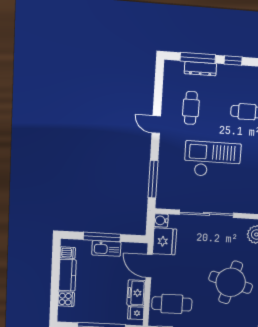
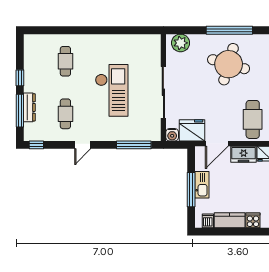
window: (159, 74) -> (36, 145), added
cafe table: (191, 108) -> (65, 114), turned 90
checkout: (212, 159) -> (112, 90), turned 180

